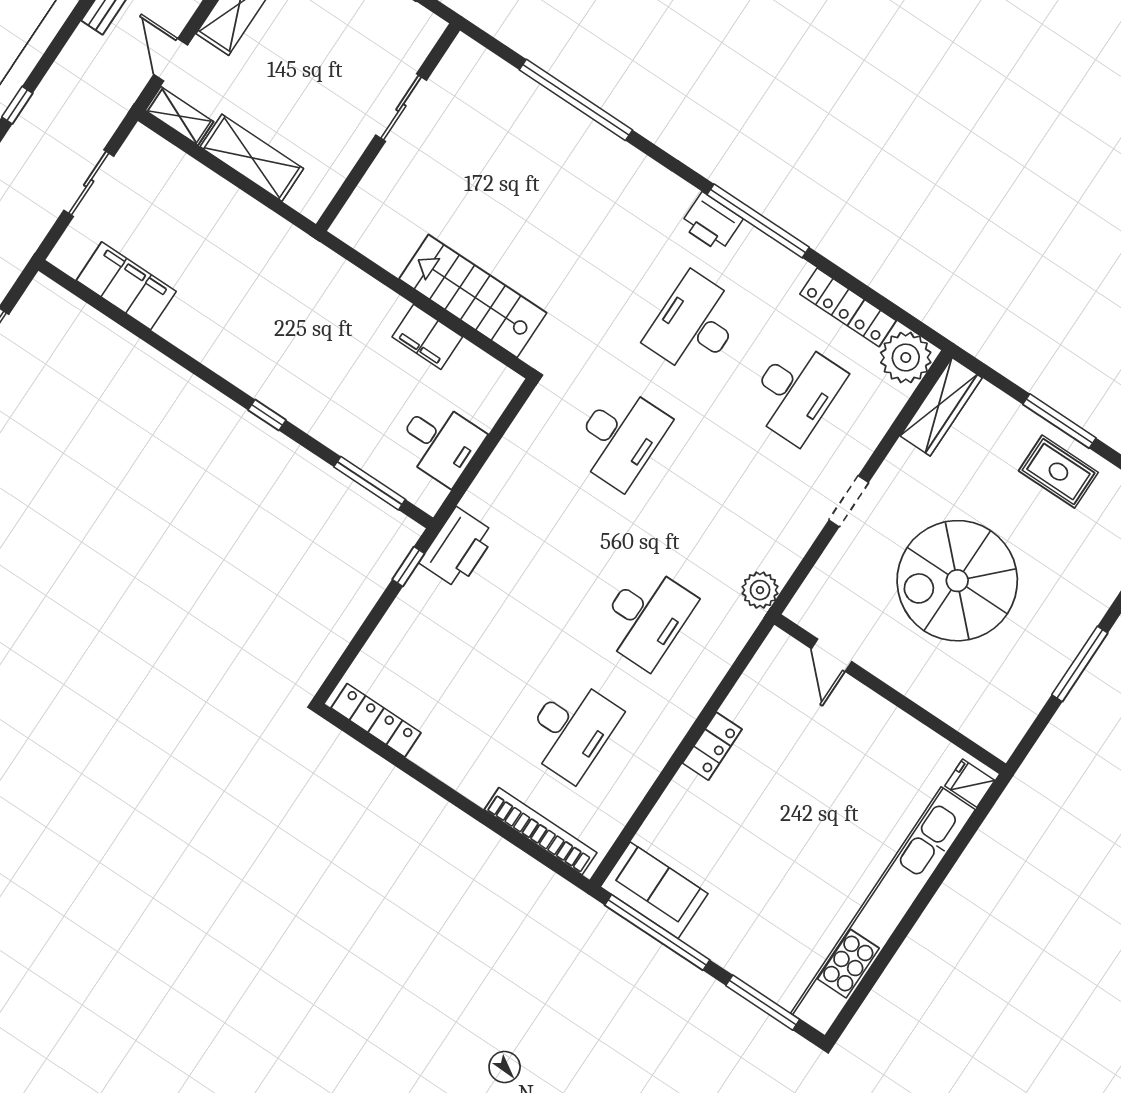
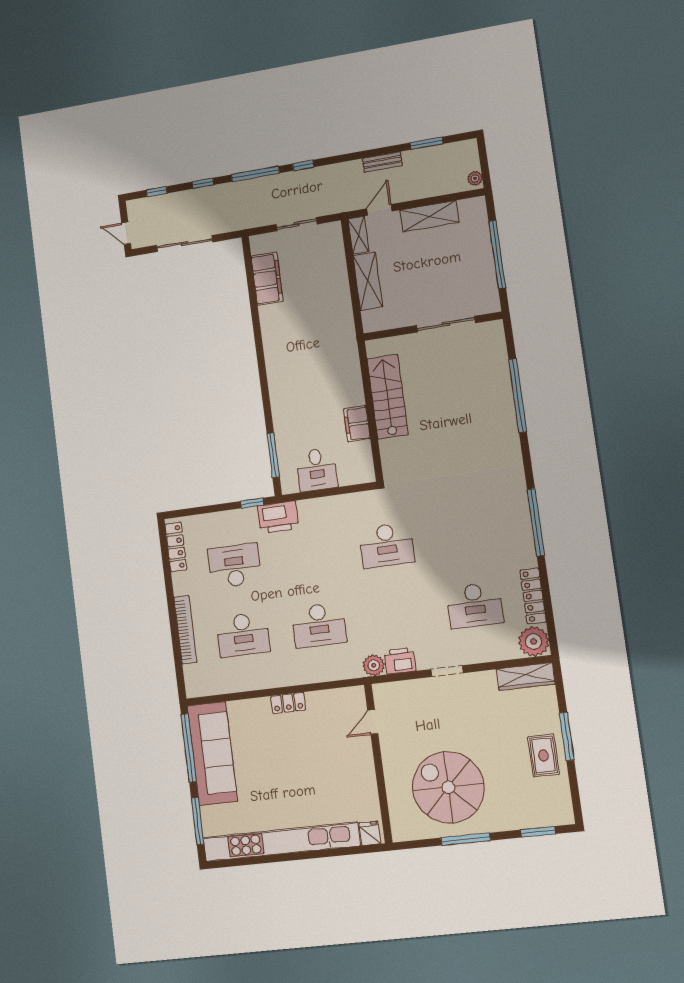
sliding door: (401, 108) -> (446, 324), width x1.37
printer: (711, 222) -> (400, 661), moved, turned 90
stairs: (473, 296) -> (388, 397), moved
desk: (695, 325) -> (234, 566), moved
window: (267, 415) -> (264, 386), removed
spiral stairs: (957, 581) -> (448, 787), moved
bookcase: (541, 831) -> (185, 630), moved
sofa: (654, 890) -> (212, 753), width x1.85, depth x1.27

